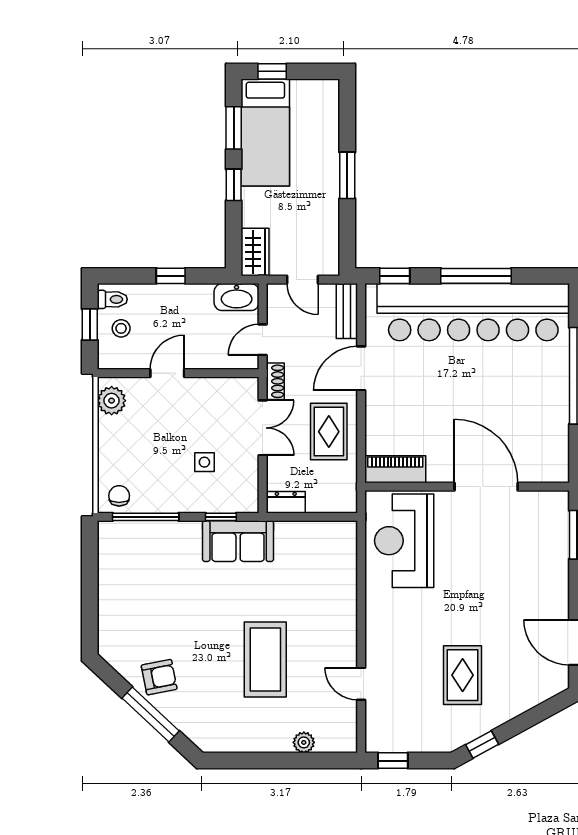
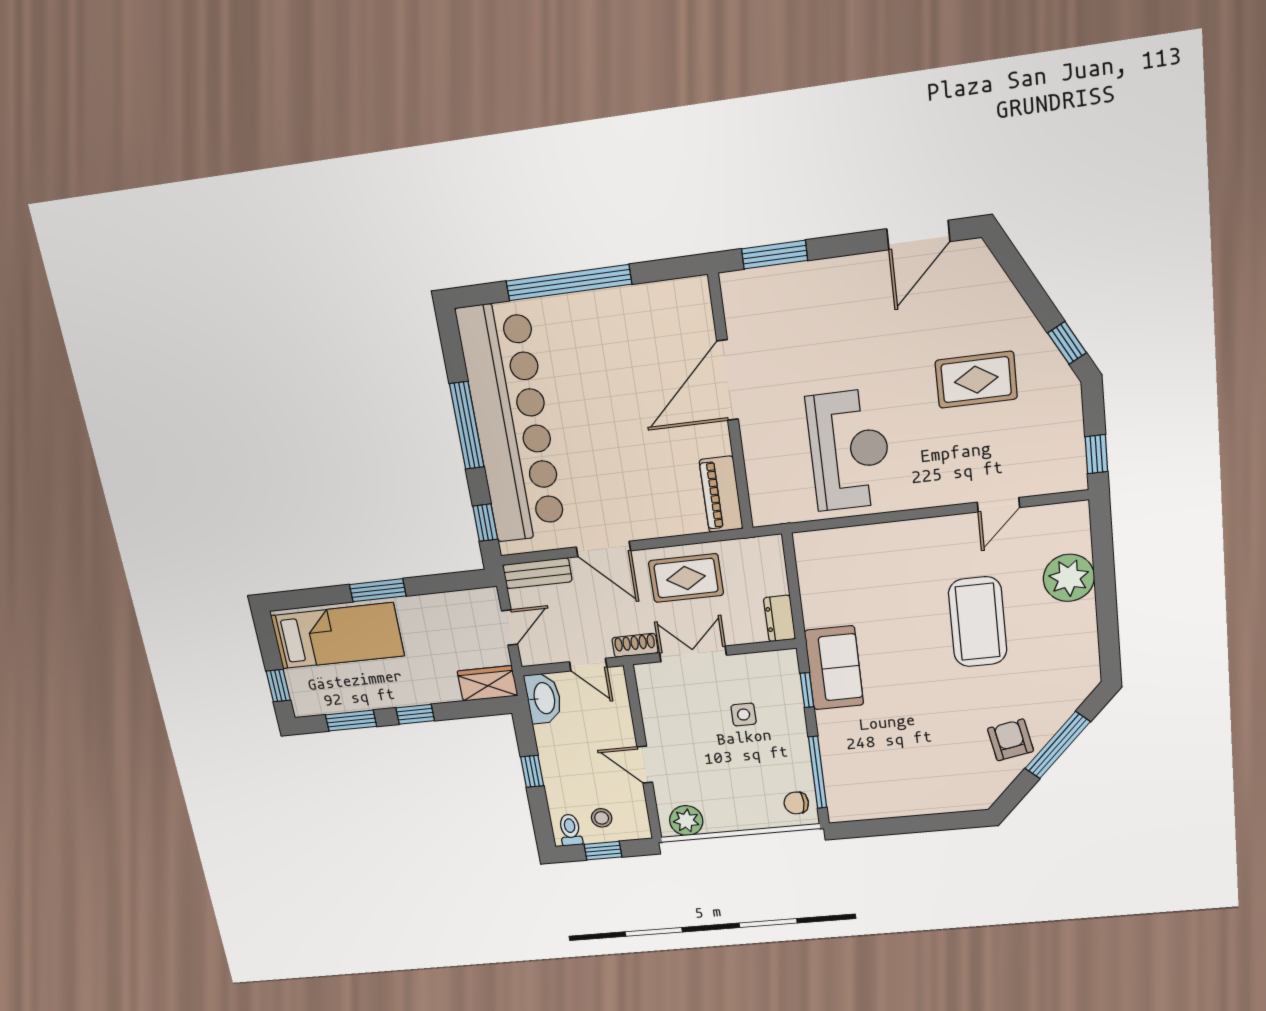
bed: (265, 133) -> (337, 636), moved
reception desk: (404, 541) -> (849, 450), moved, turned -90
coffee table: (265, 659) -> (978, 622), turned 90
plant: (304, 742) -> (1069, 578), width x1.88, depth x1.88

